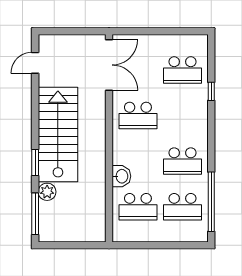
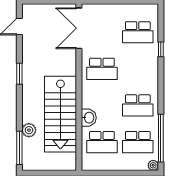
double door: (109, 65) -> (79, 28), swing flipped
stairs: (58, 134) -> (60, 114), moved, turned 180
window: (35, 162) -> (19, 74), moved
plant: (202, 236) -> (153, 165), added

